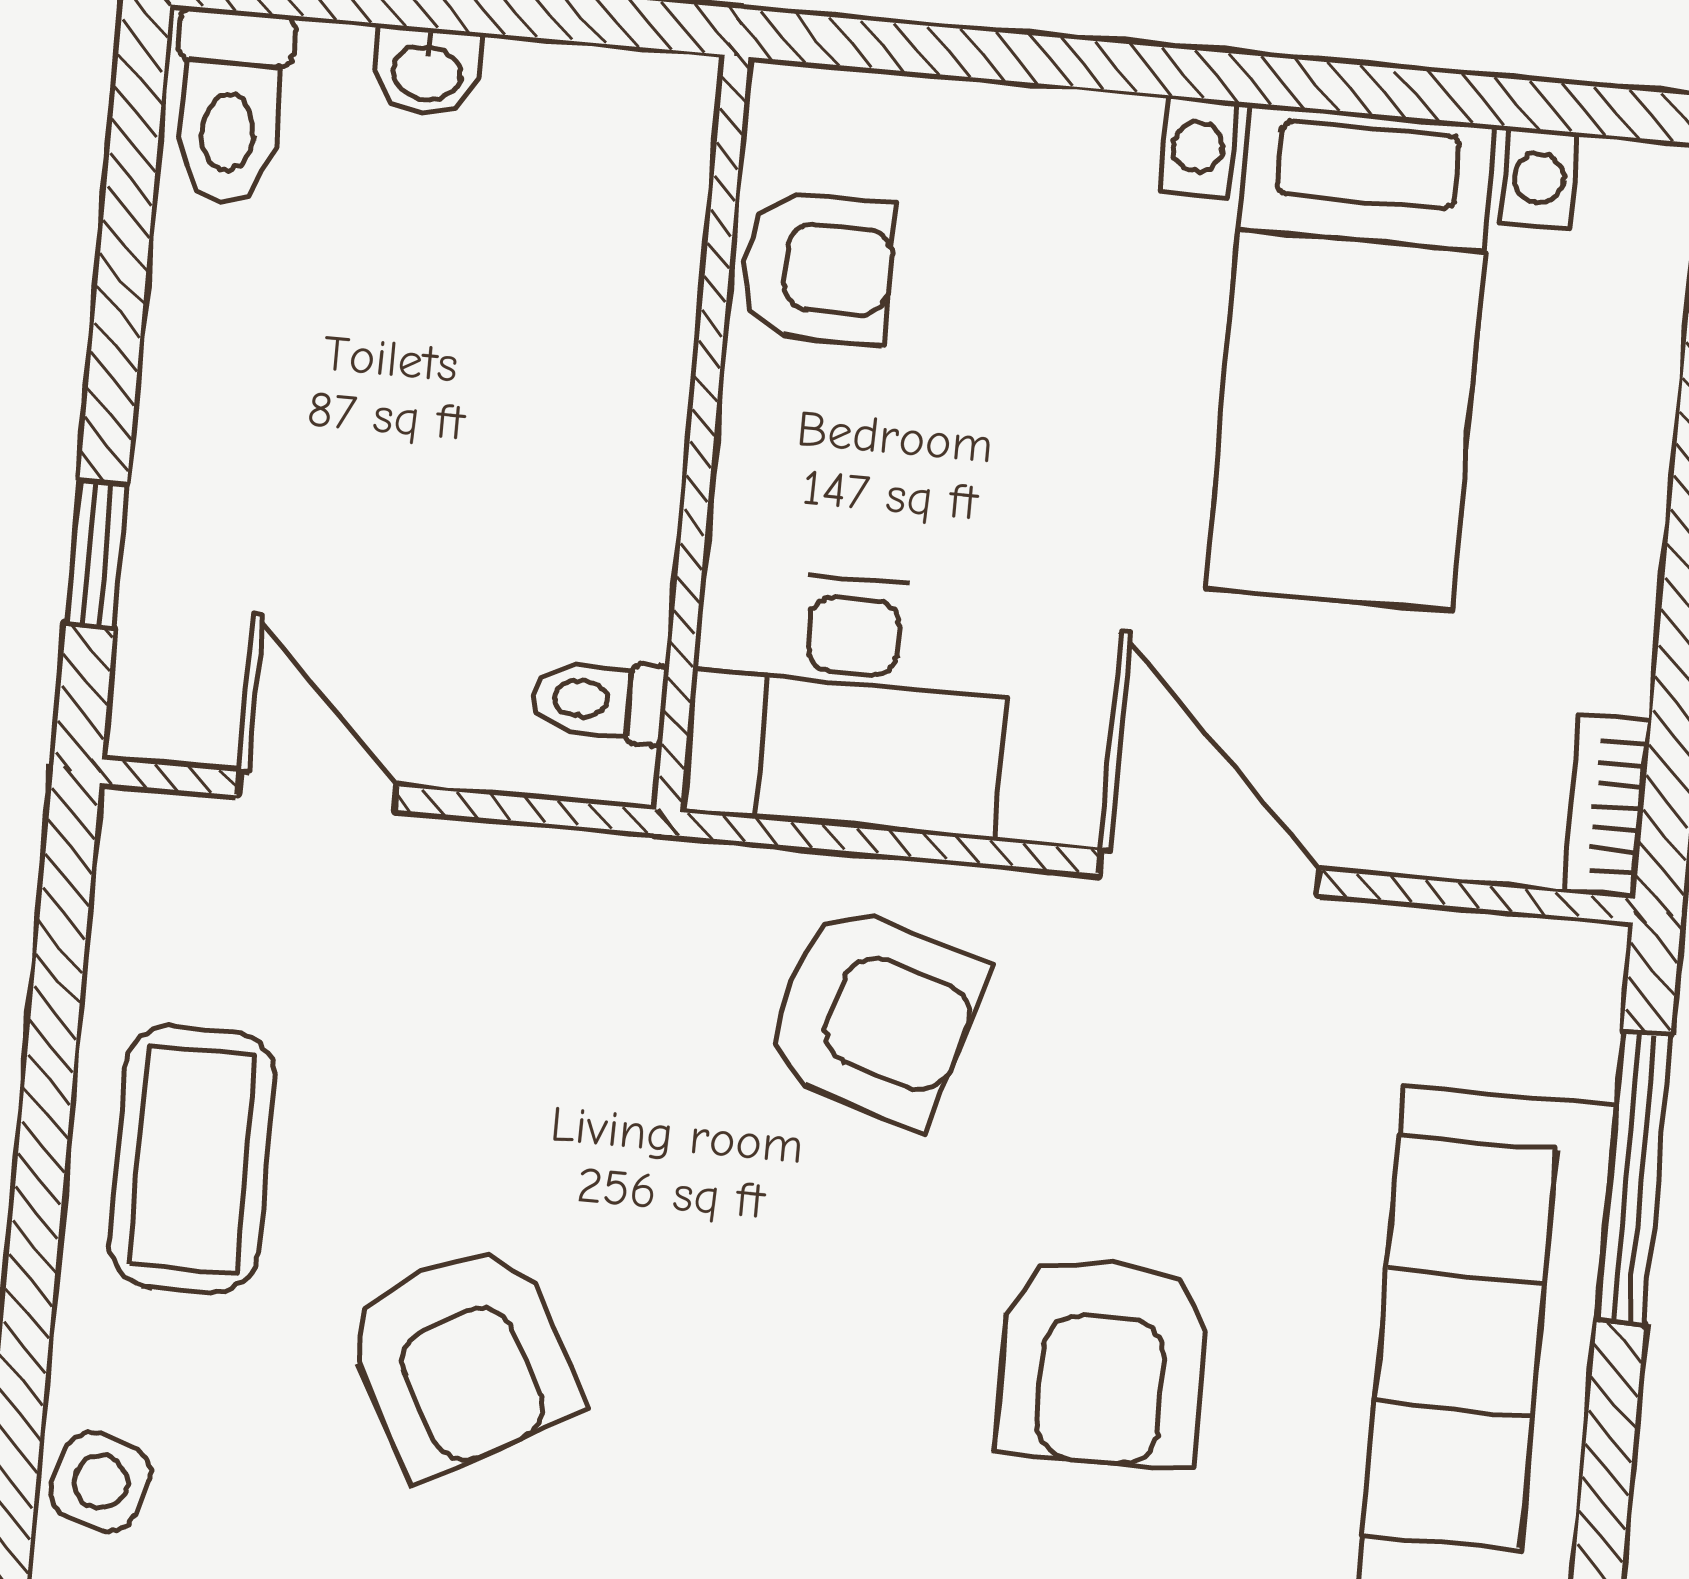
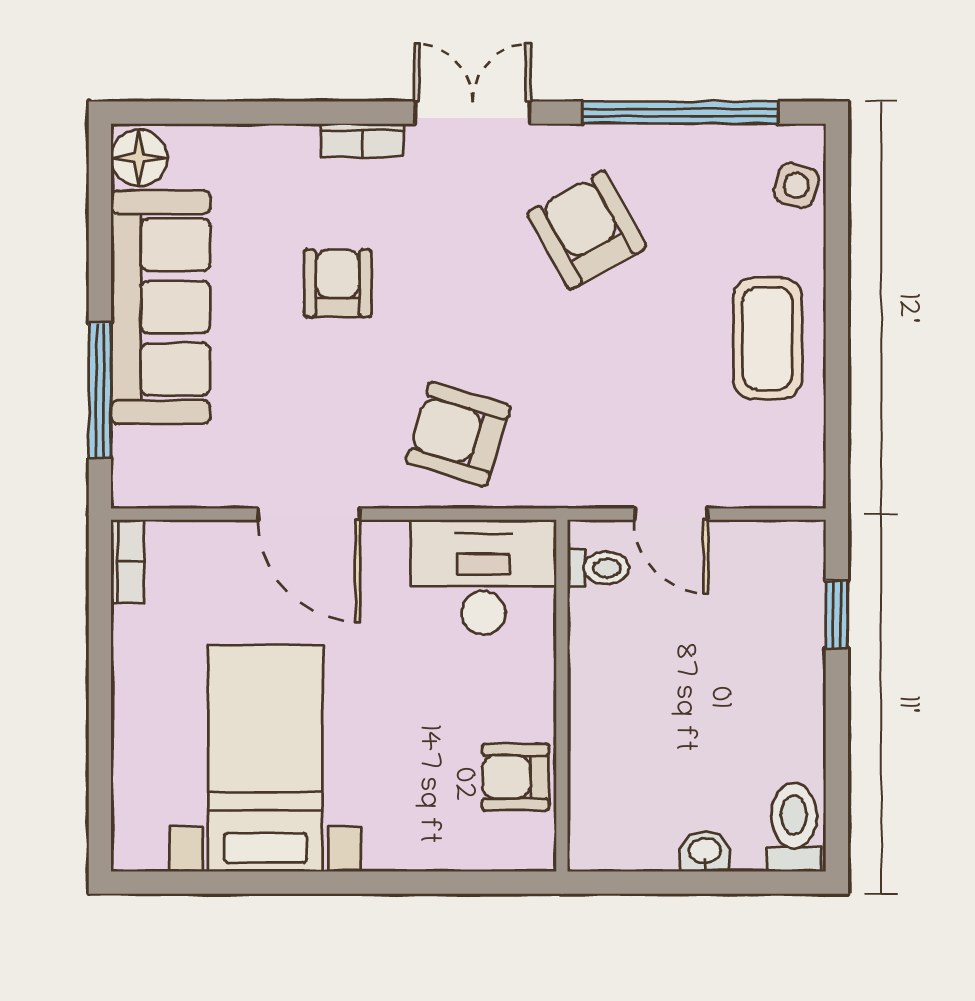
door: (317, 791) -> (671, 514), moved
armchair: (462, 1359) -> (587, 230), moved
armchair: (1103, 1362) -> (338, 283), width x0.72, depth x0.72

